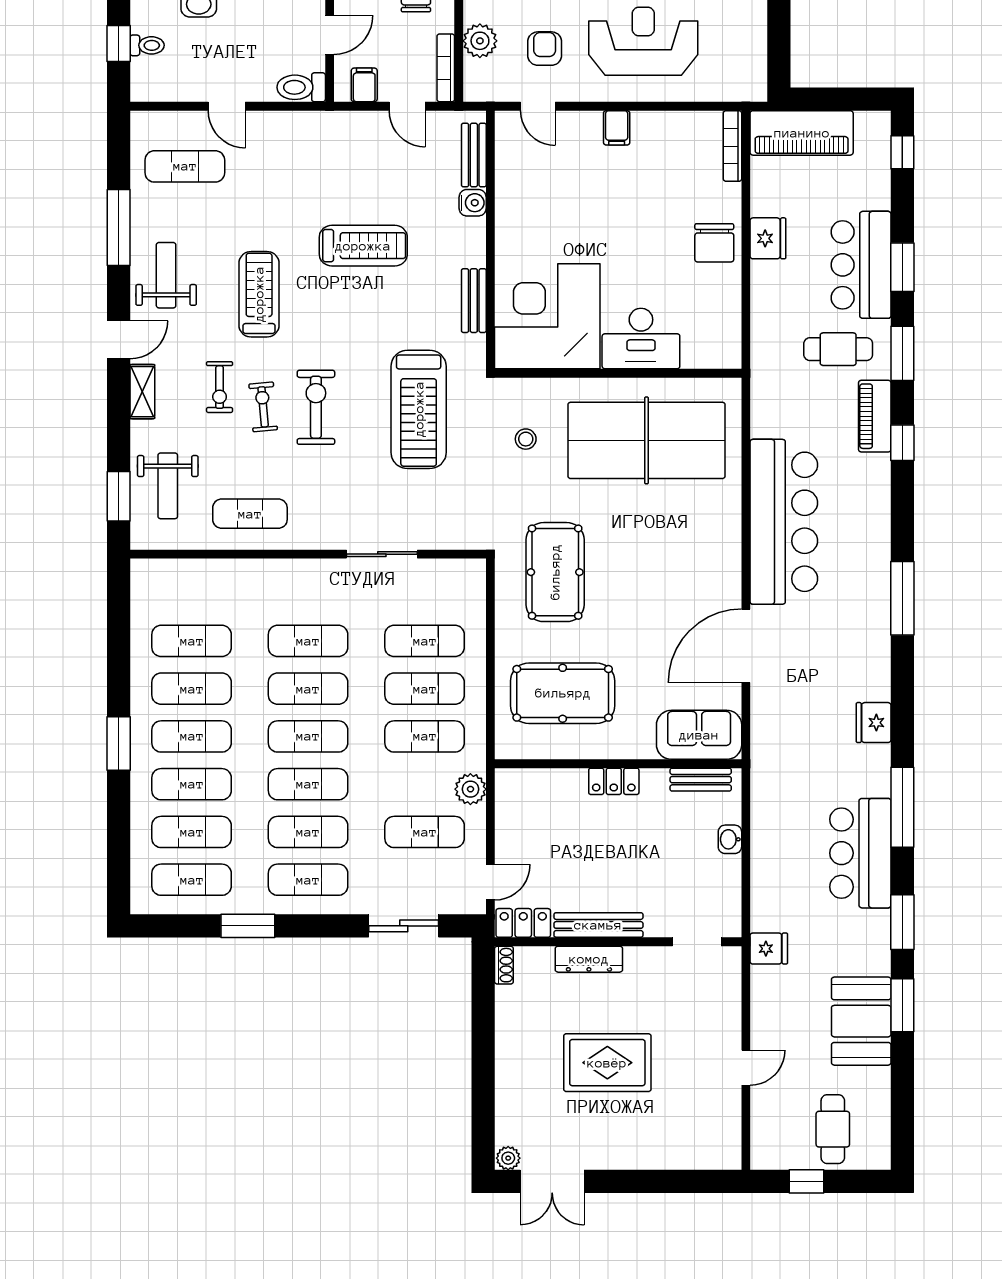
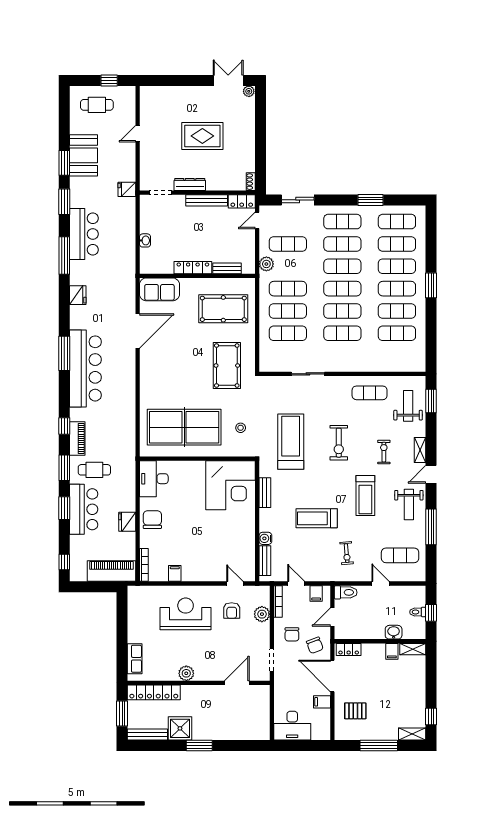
reception desk: (643, 41) -> (186, 614), turned 180
filing cabinet: (617, 128) -> (175, 573), moved
desk: (641, 339) -> (154, 479), moved, turned -90
exercise bike: (263, 407) -> (347, 553), moved
bar counter: (784, 522) -> (85, 368), moved, turned 180
bench: (701, 780) -> (227, 268), moved
locker: (614, 781) -> (193, 268), width x1.53
dresser: (589, 959) -> (190, 184), moved
cafe table: (833, 1129) -> (97, 105), turned 90

